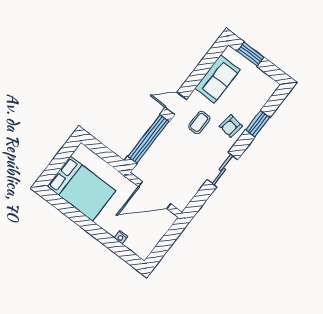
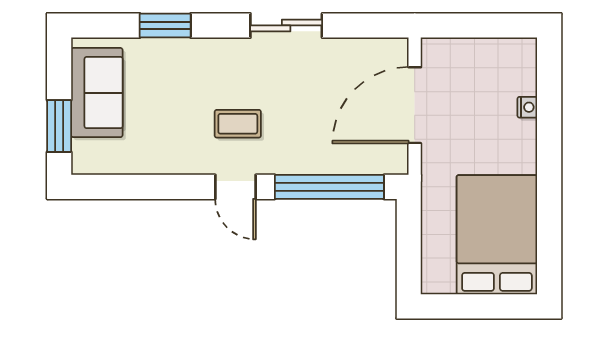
sofa: (217, 79) -> (97, 93), moved, turned 90
armchair: (231, 126) -> (203, 67), removed
door: (155, 195) -> (415, 105), swing flipped

